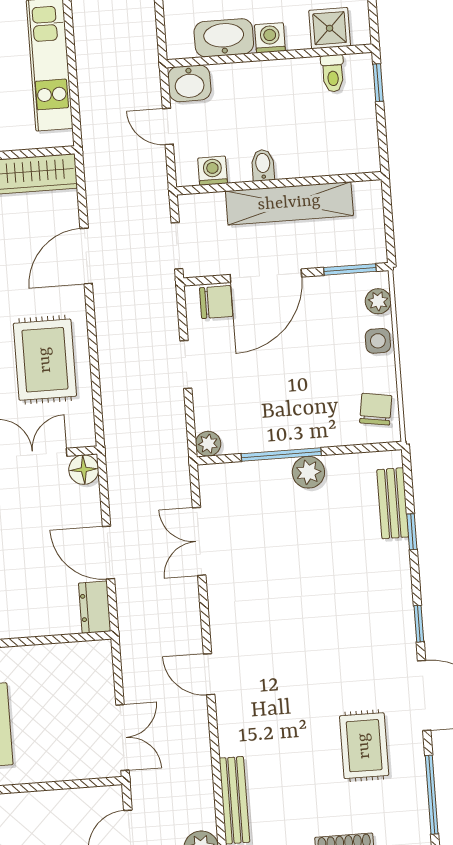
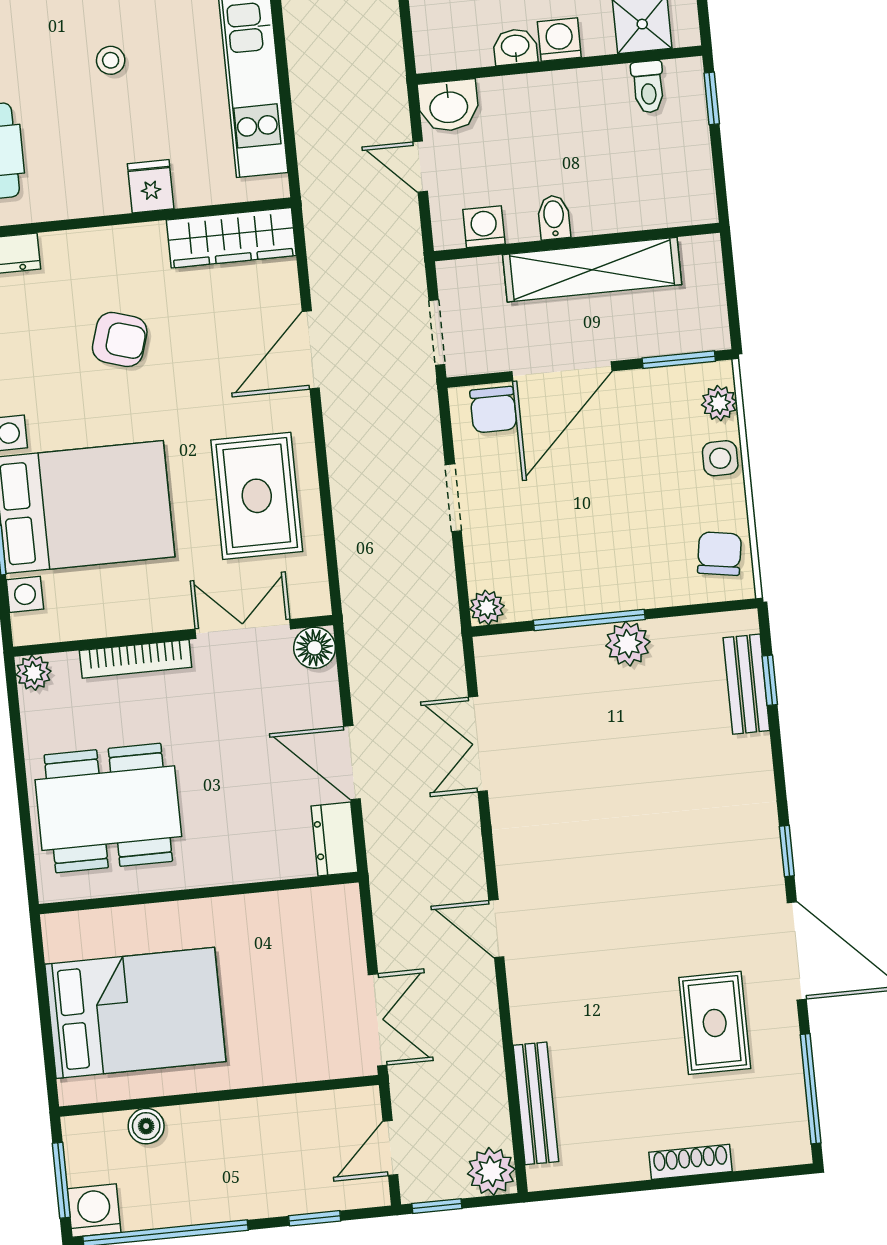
washbasin: (224, 38) -> (515, 47), width x0.52, depth x0.69
chair: (216, 302) -> (493, 410), turned 90
window: (412, 532) -> (770, 680), moved

